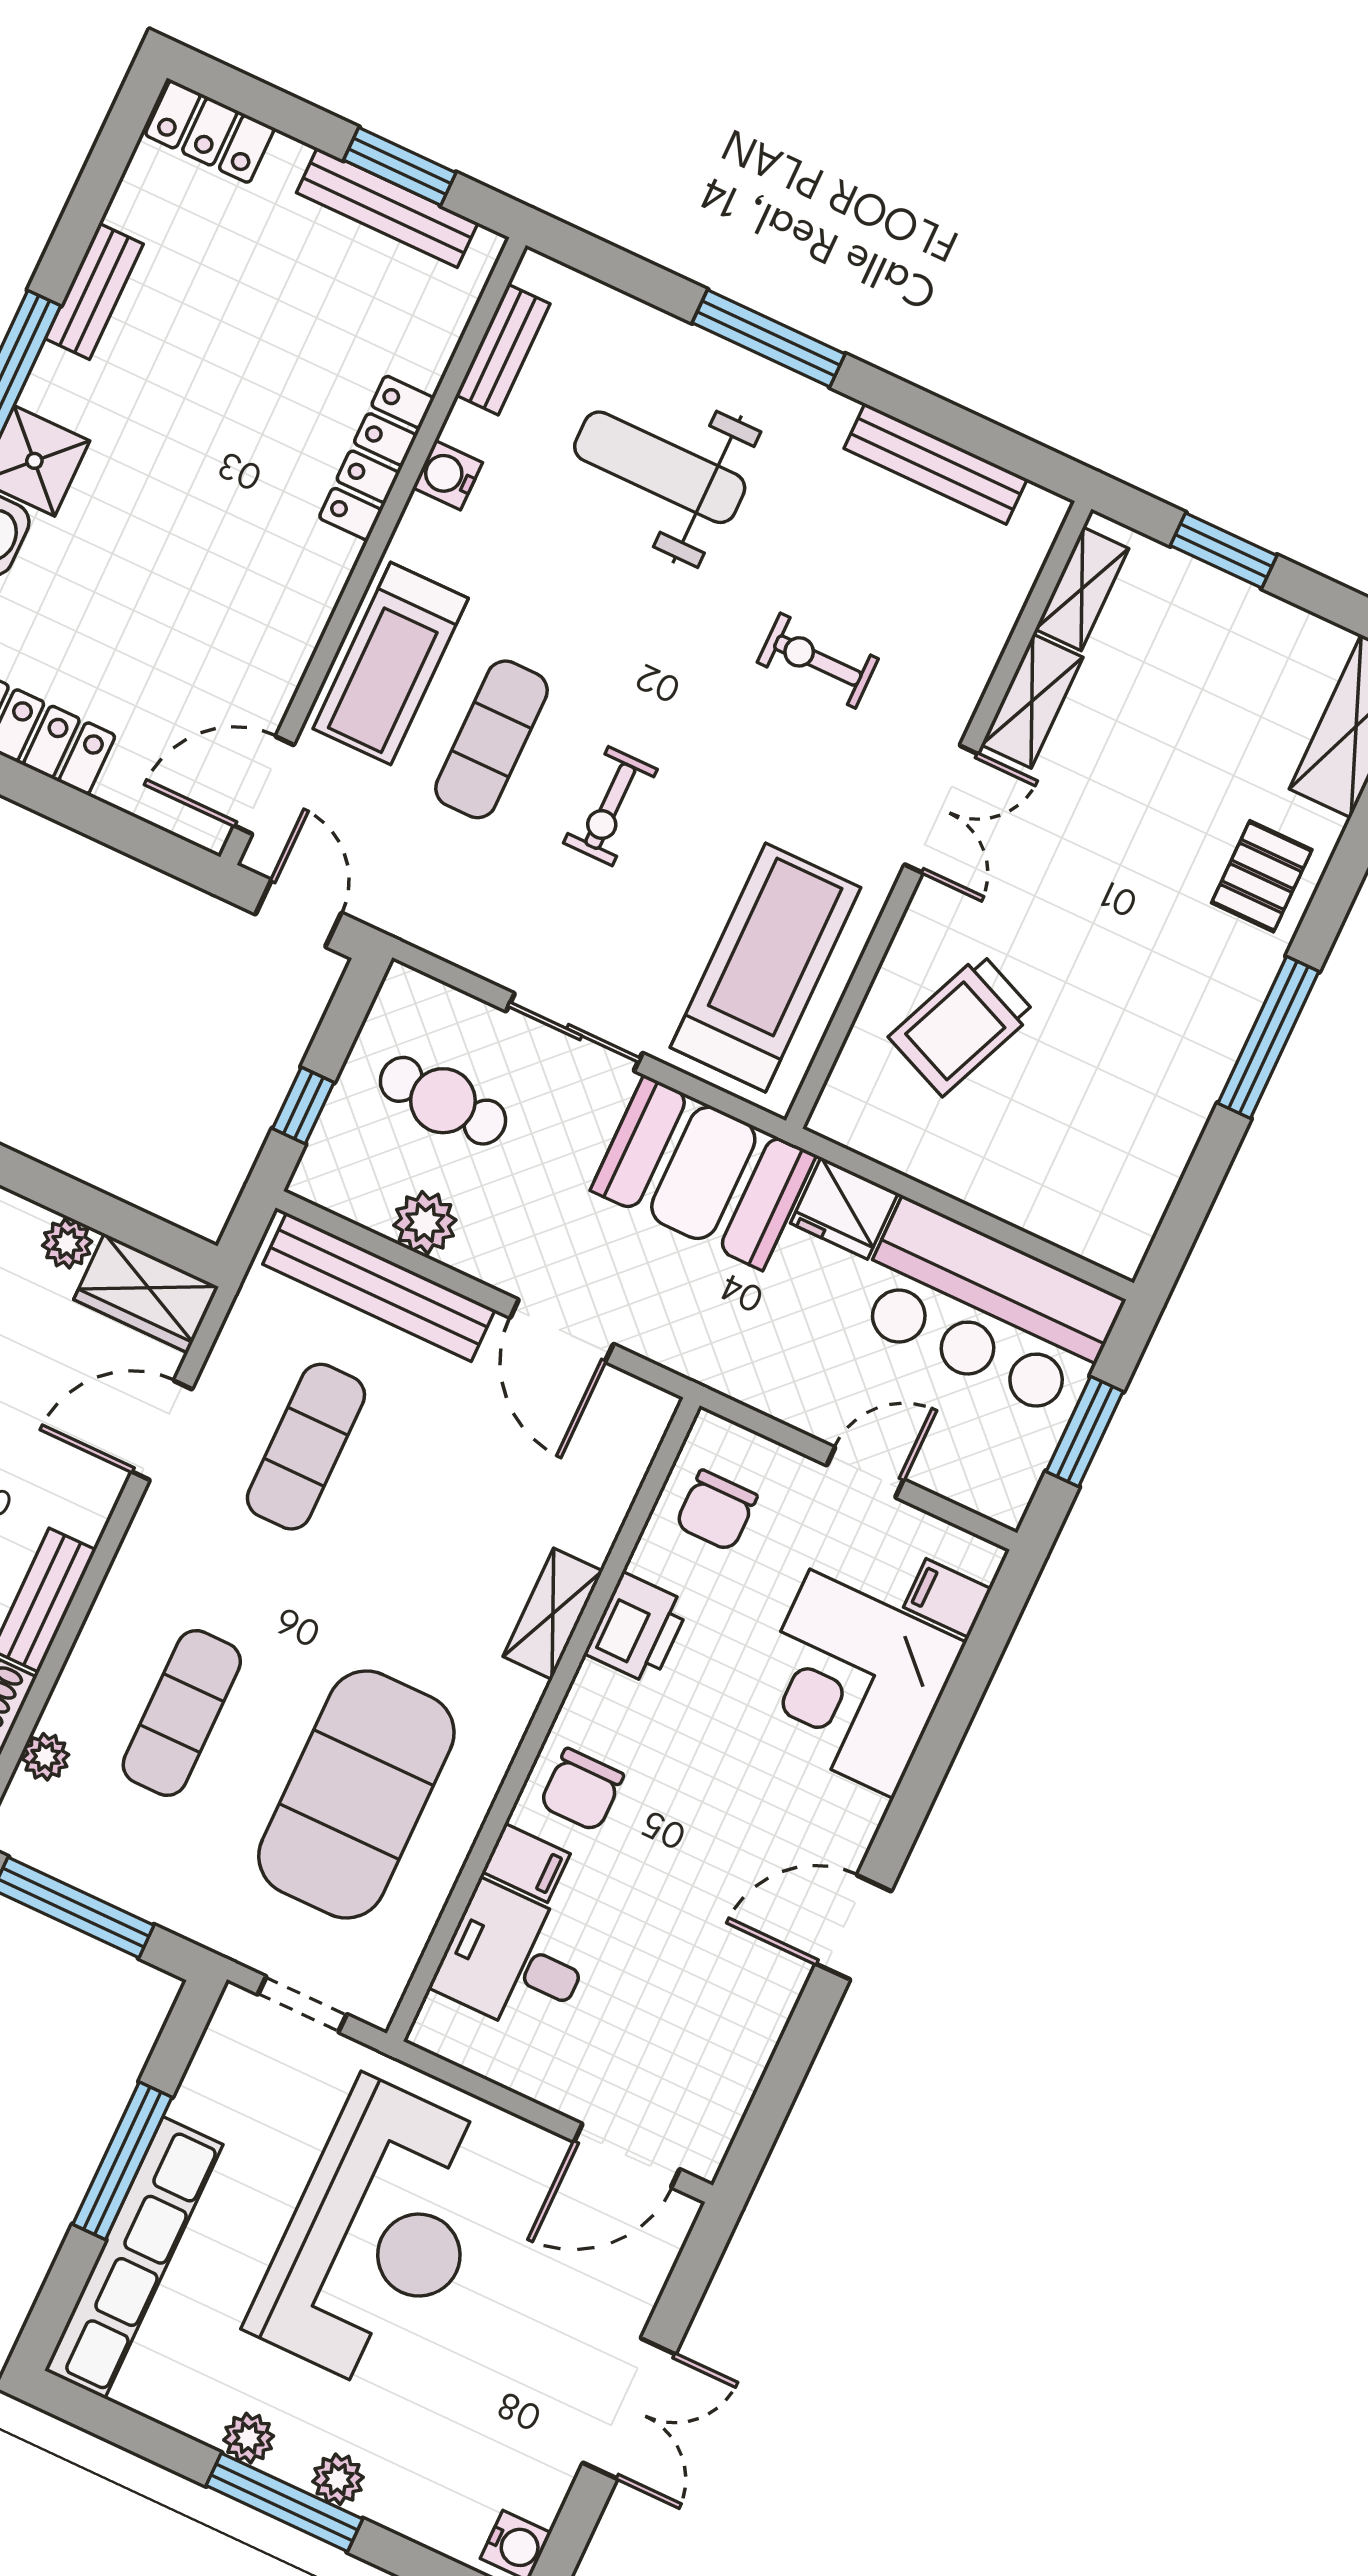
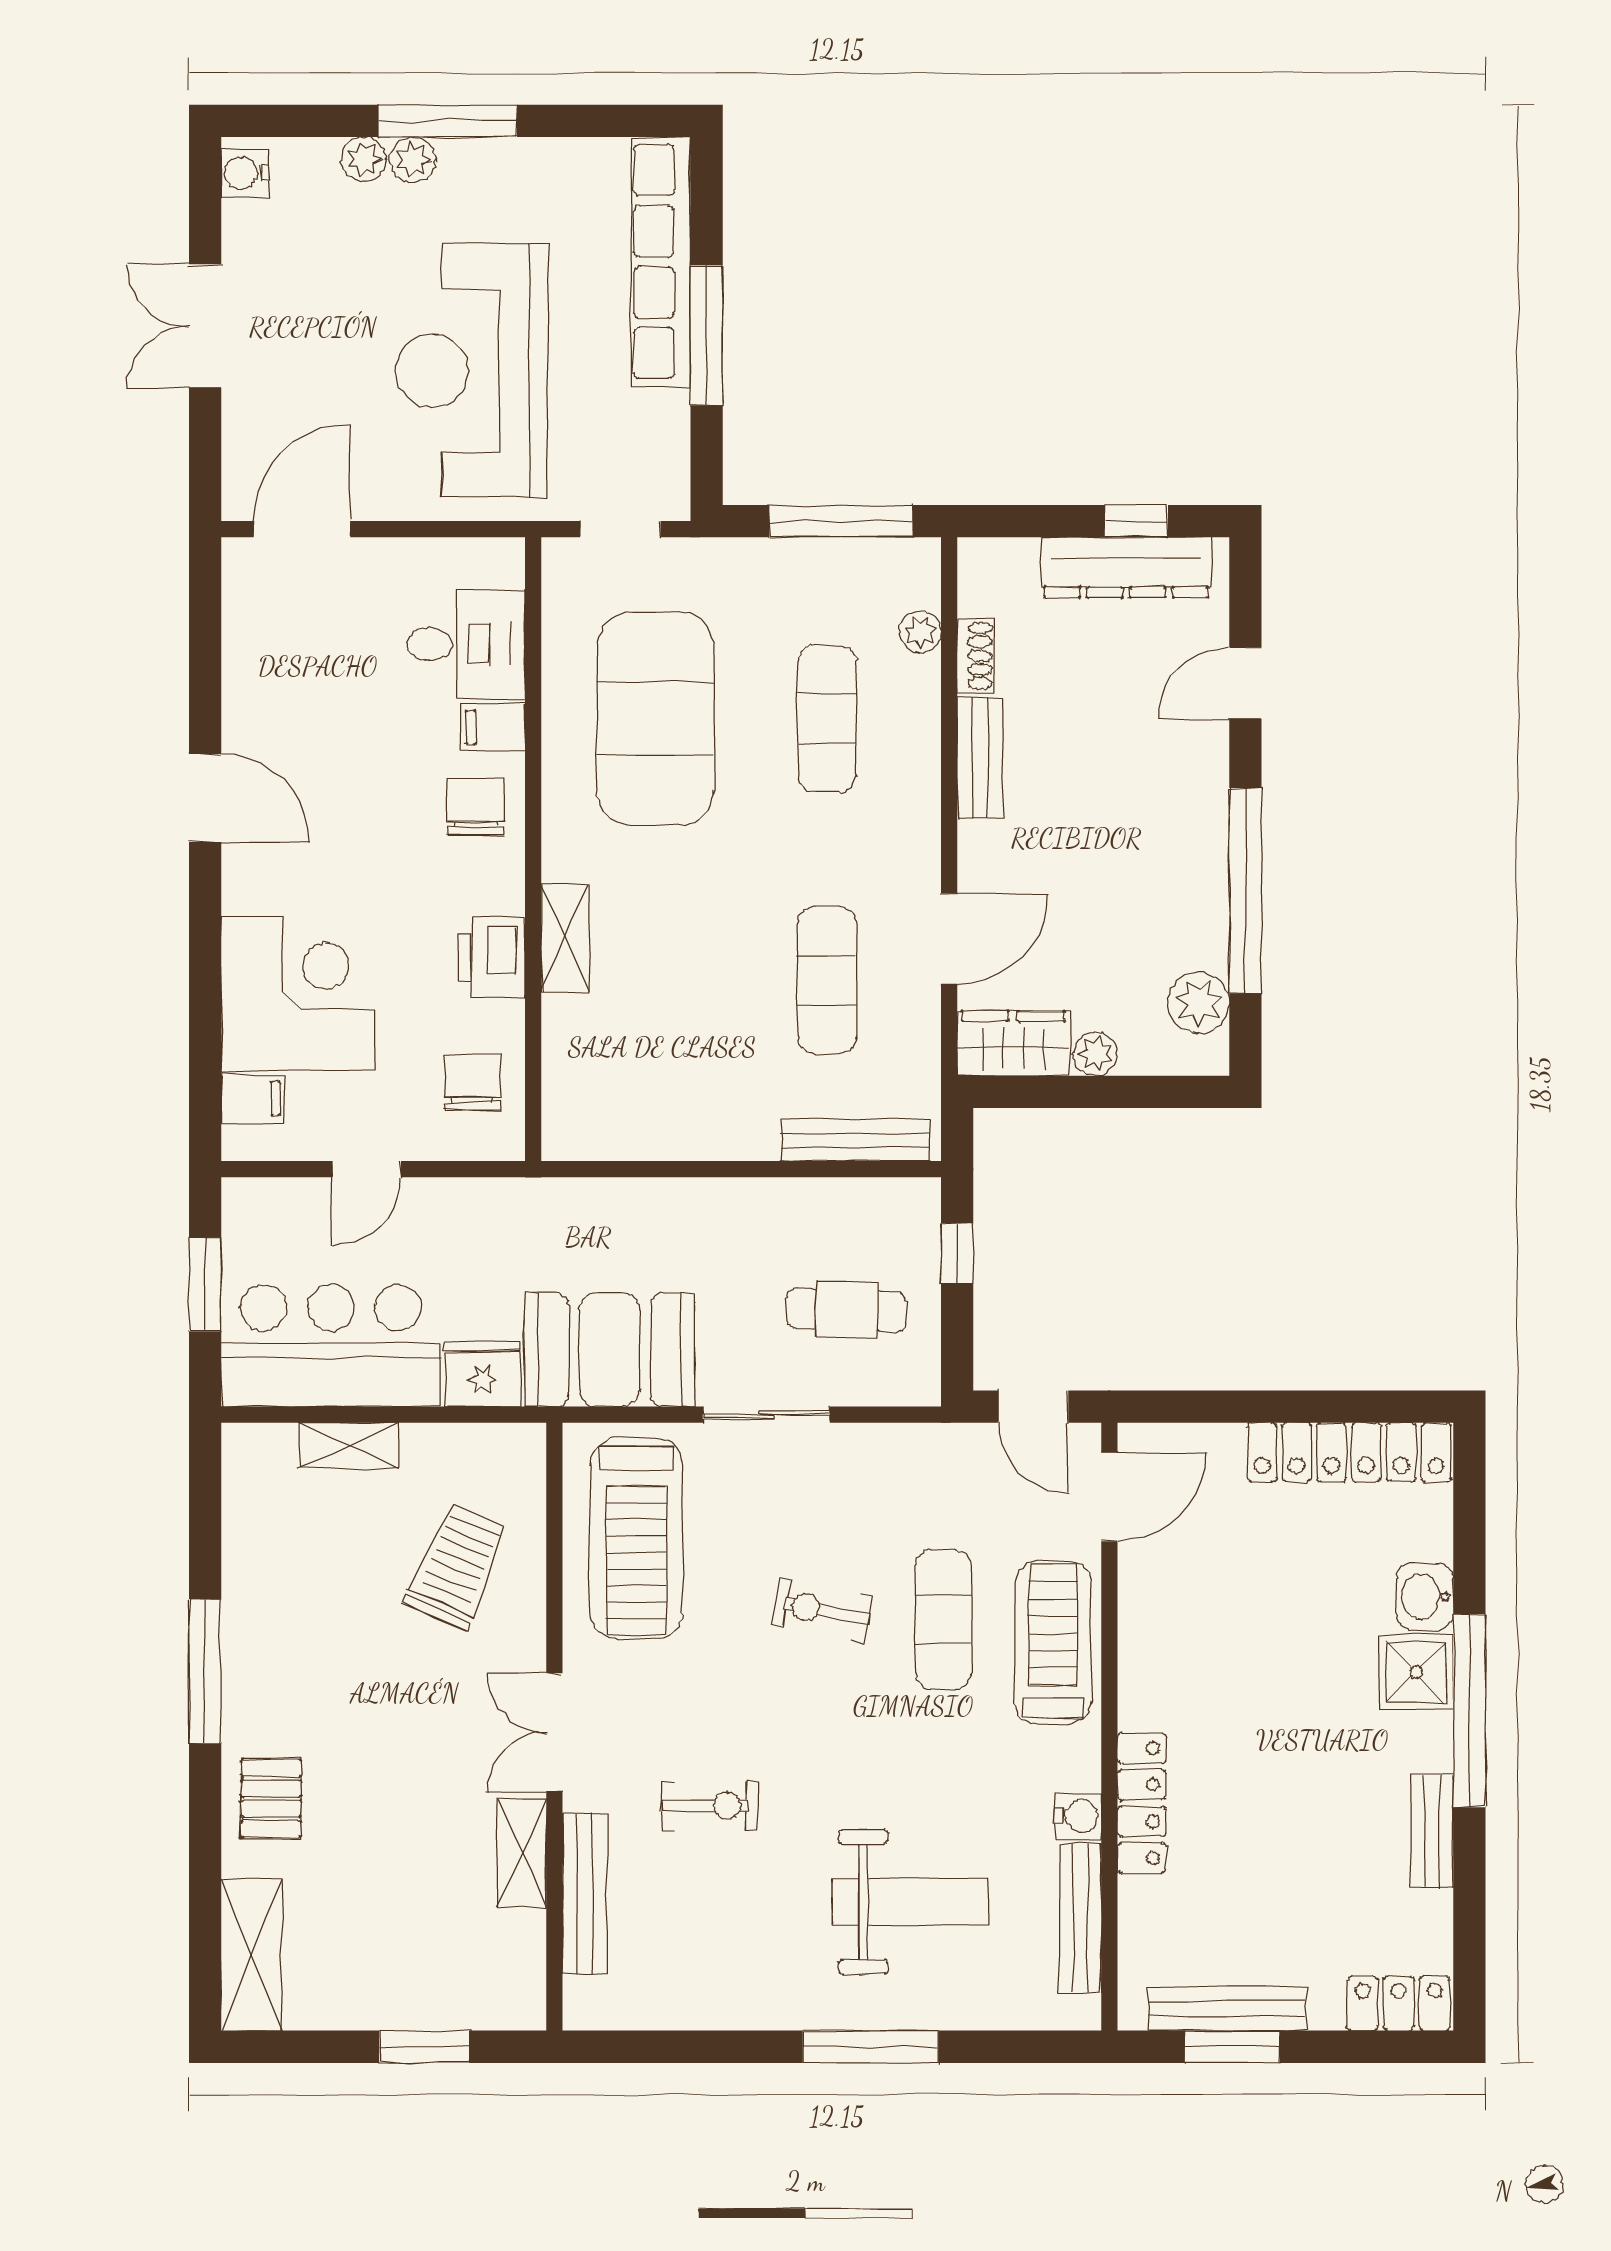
bench: (503, 349) -> (1080, 1918), width x1.36
bench: (936, 464) -> (585, 1893), moved, turned 90
shelving: (1082, 589) -> (349, 1445), moved, turned 90
exercise bike: (610, 806) -> (822, 1610), turned -79
plant: (425, 1223) -> (815, 1205), removed
bench: (379, 1287) -> (856, 1140), width x0.73, depth x0.82
door: (562, 1331) -> (664, 1169), removed
door: (853, 1927) -> (205, 798), hinge flipped
plant: (249, 2438) -> (364, 159), moved

